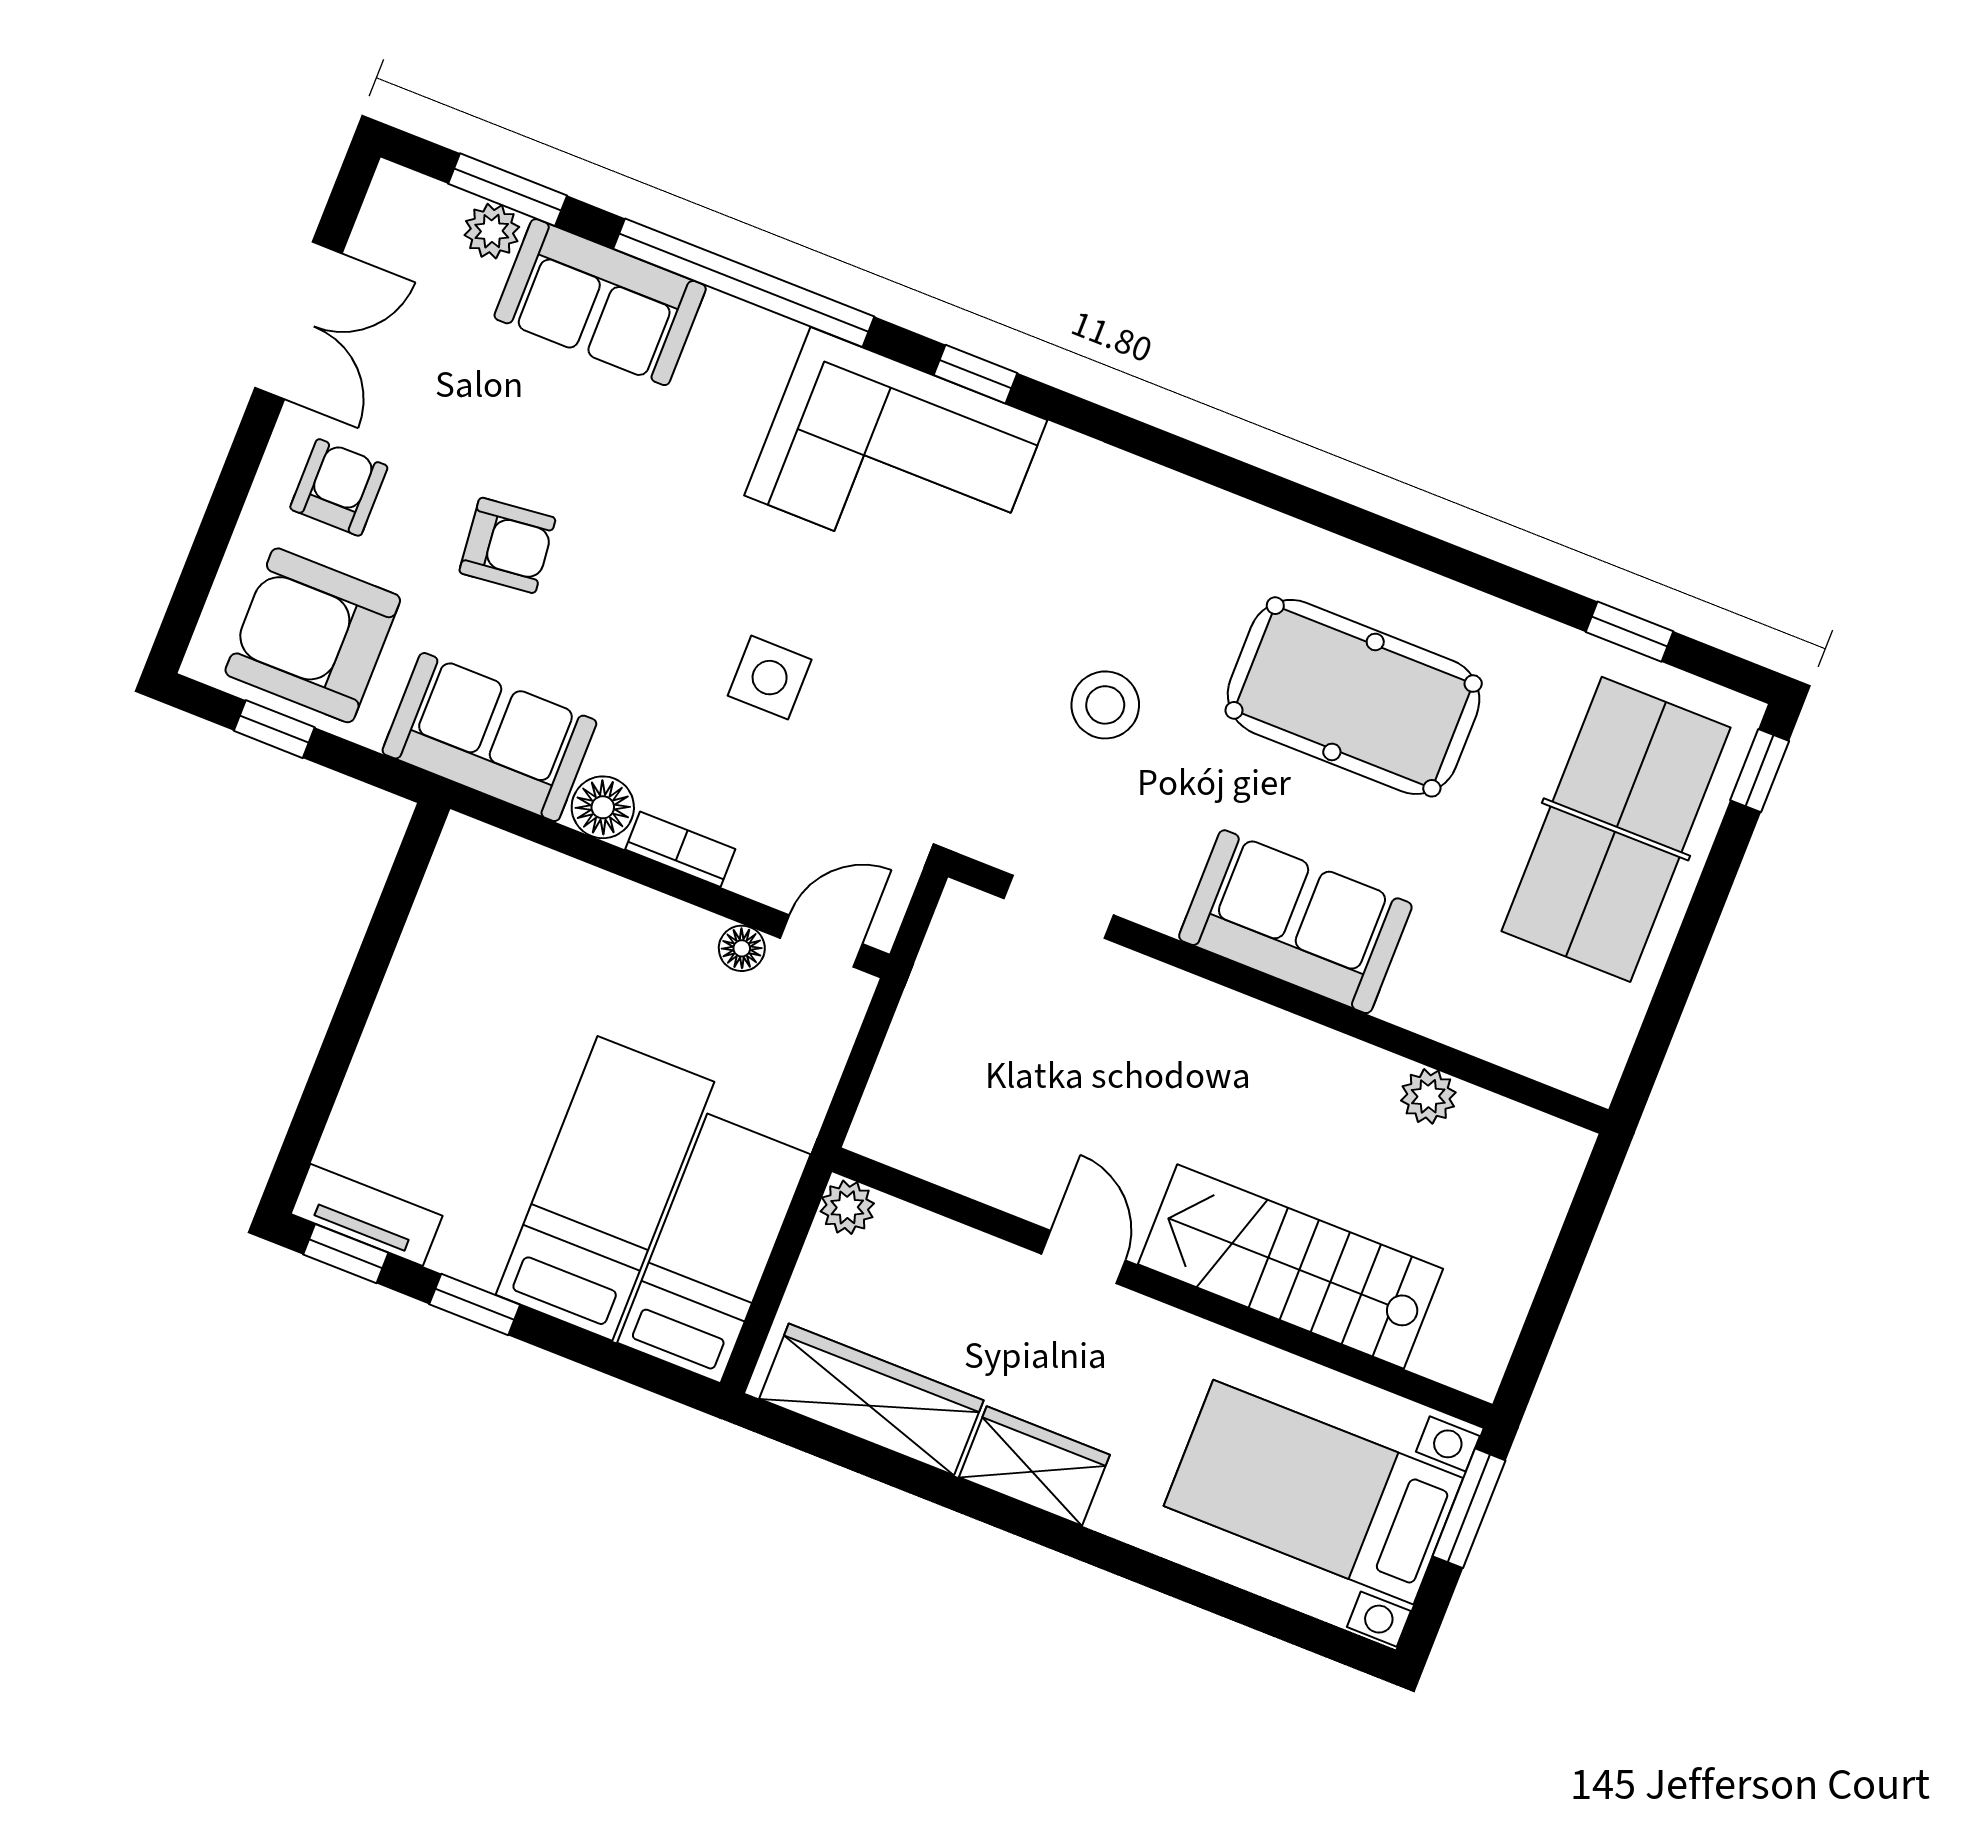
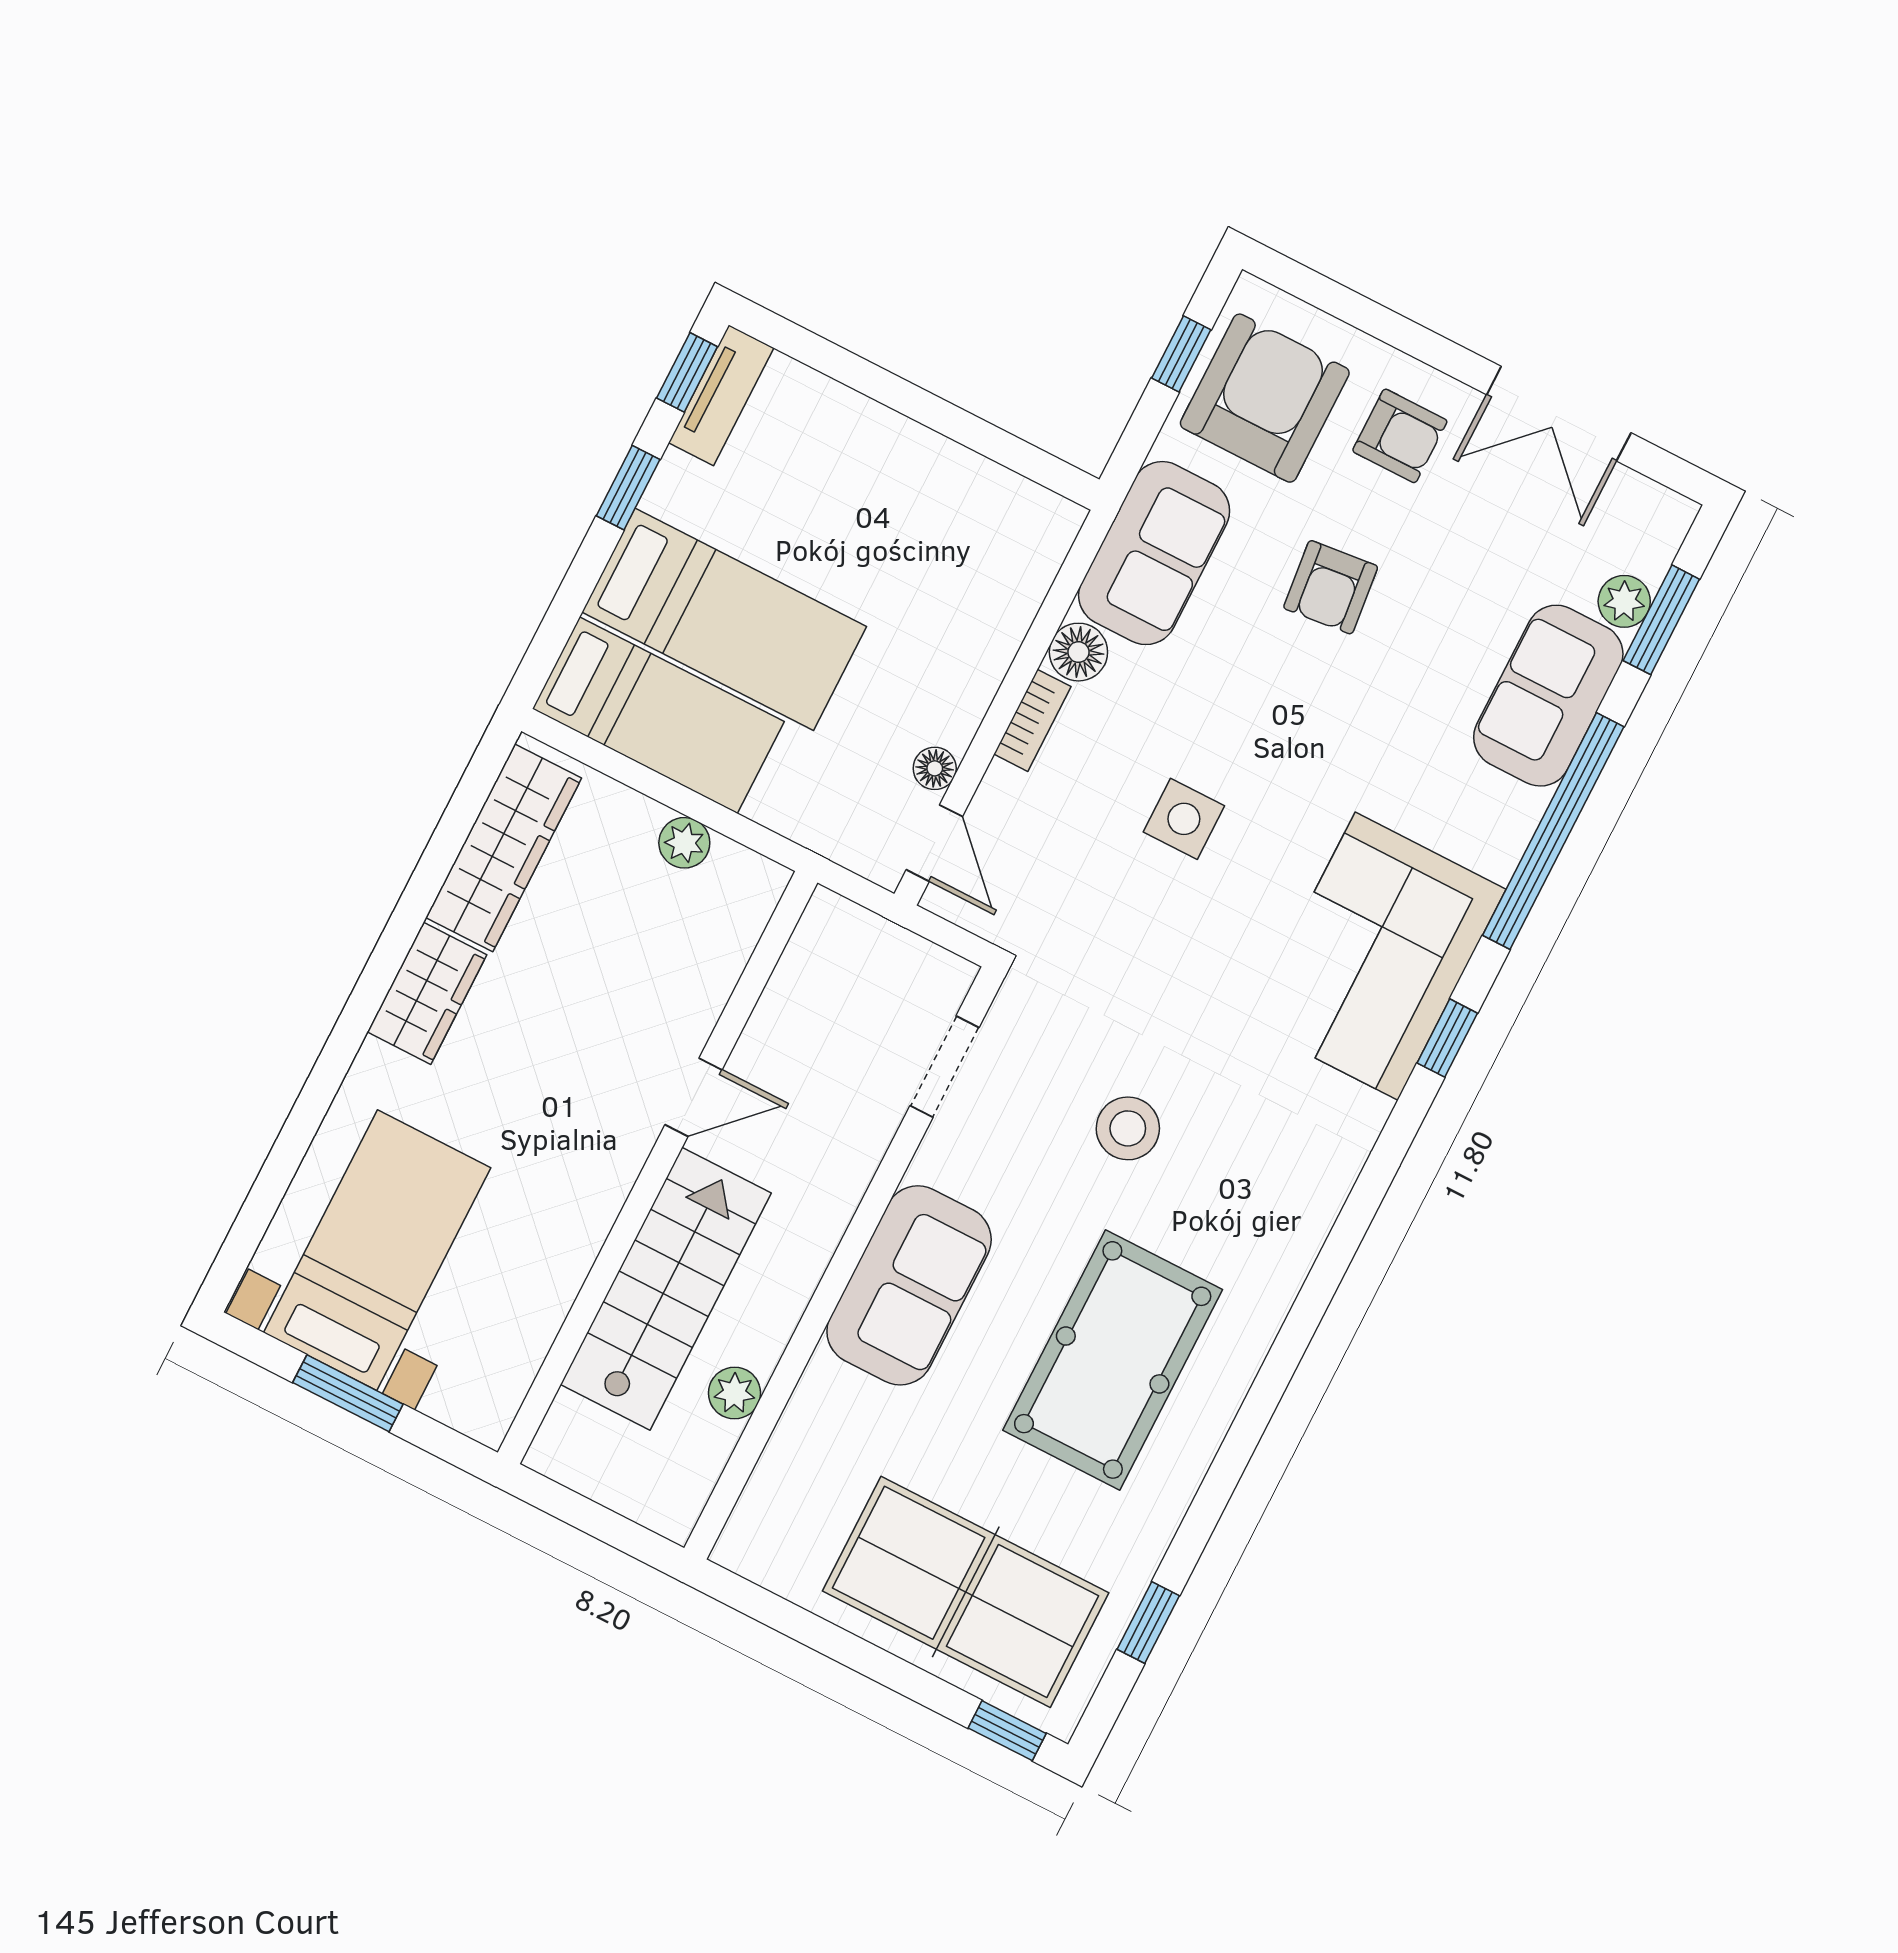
door: (1084, 1257) -> (693, 1097), moved
stairs: (1290, 1266) -> (666, 1289), moved
wall: (1162, 1288) -> (657, 1168), moved

